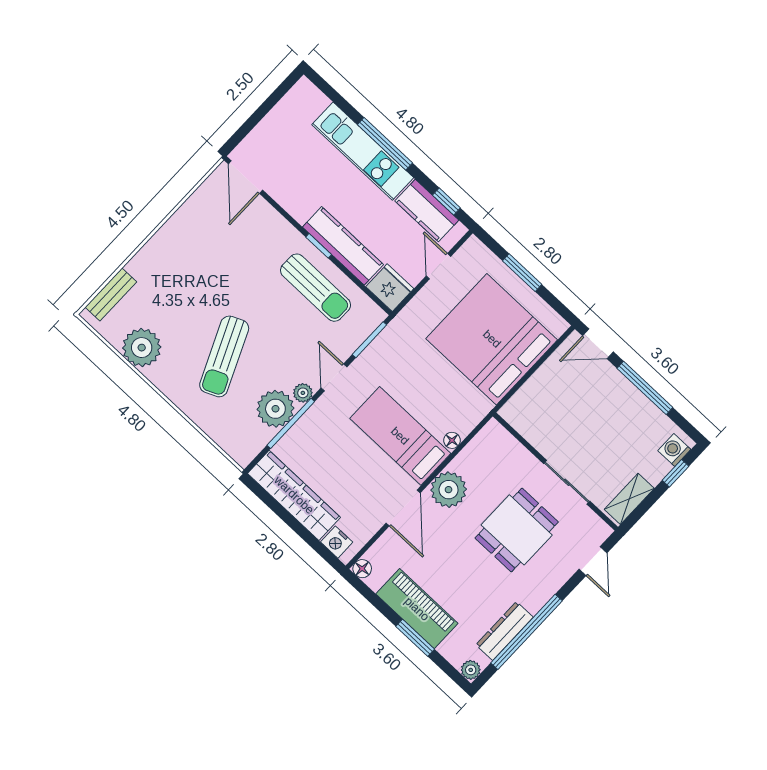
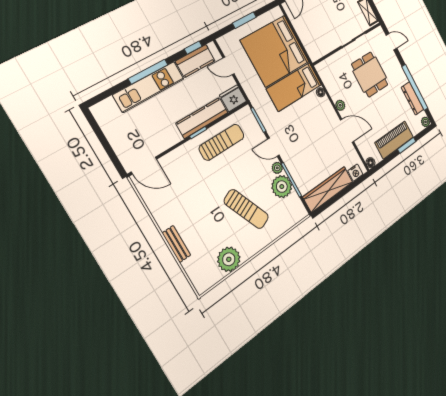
bench: (111, 295) -> (176, 244), moved
bed: (400, 436) -> (294, 87), moved
plant: (449, 490) -> (340, 105), width x0.53, depth x0.53

